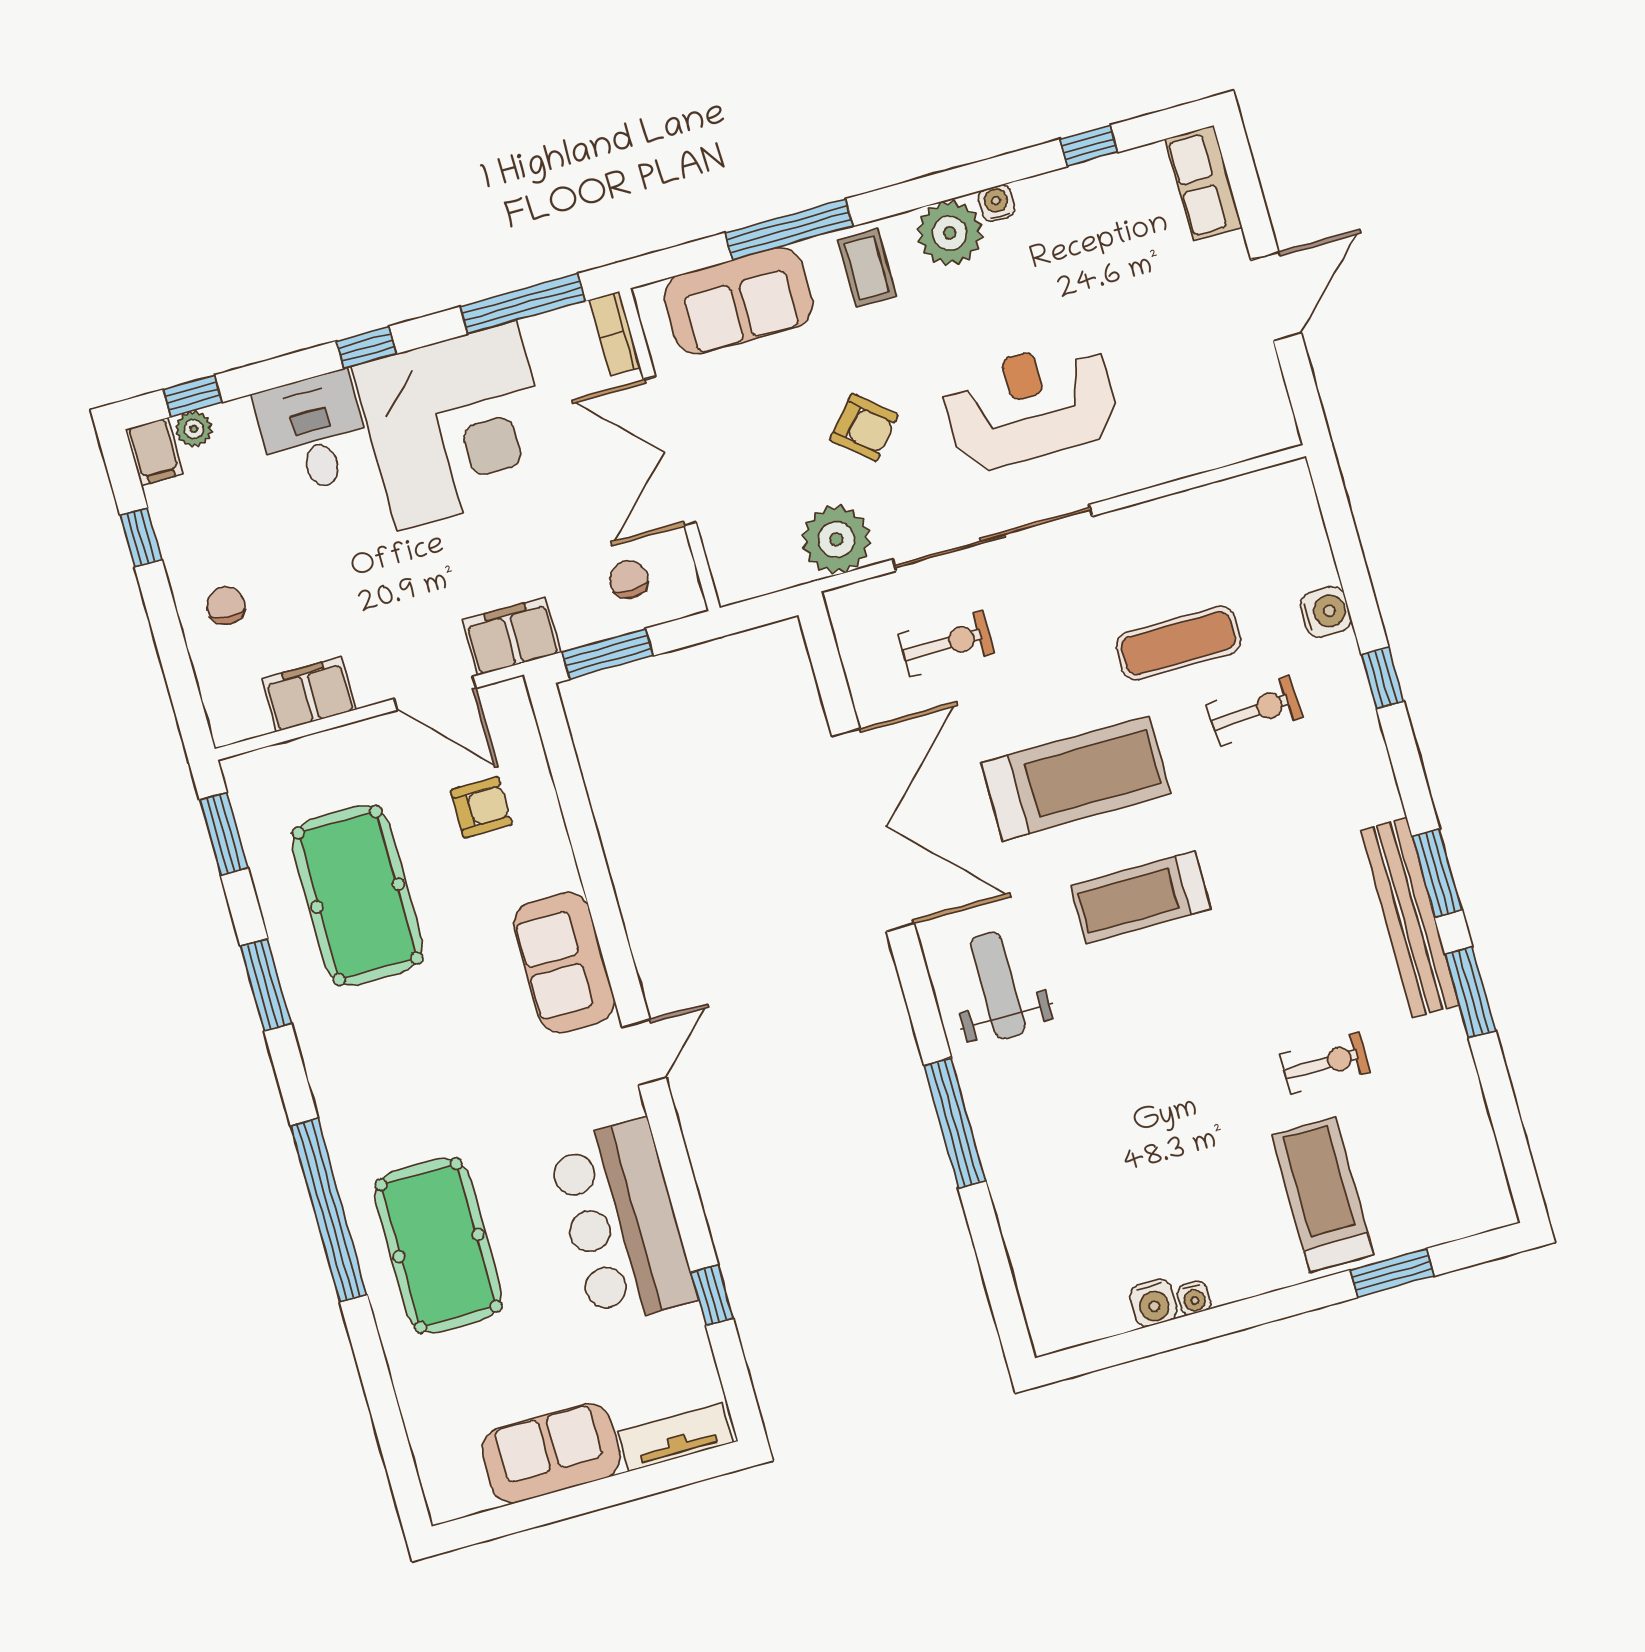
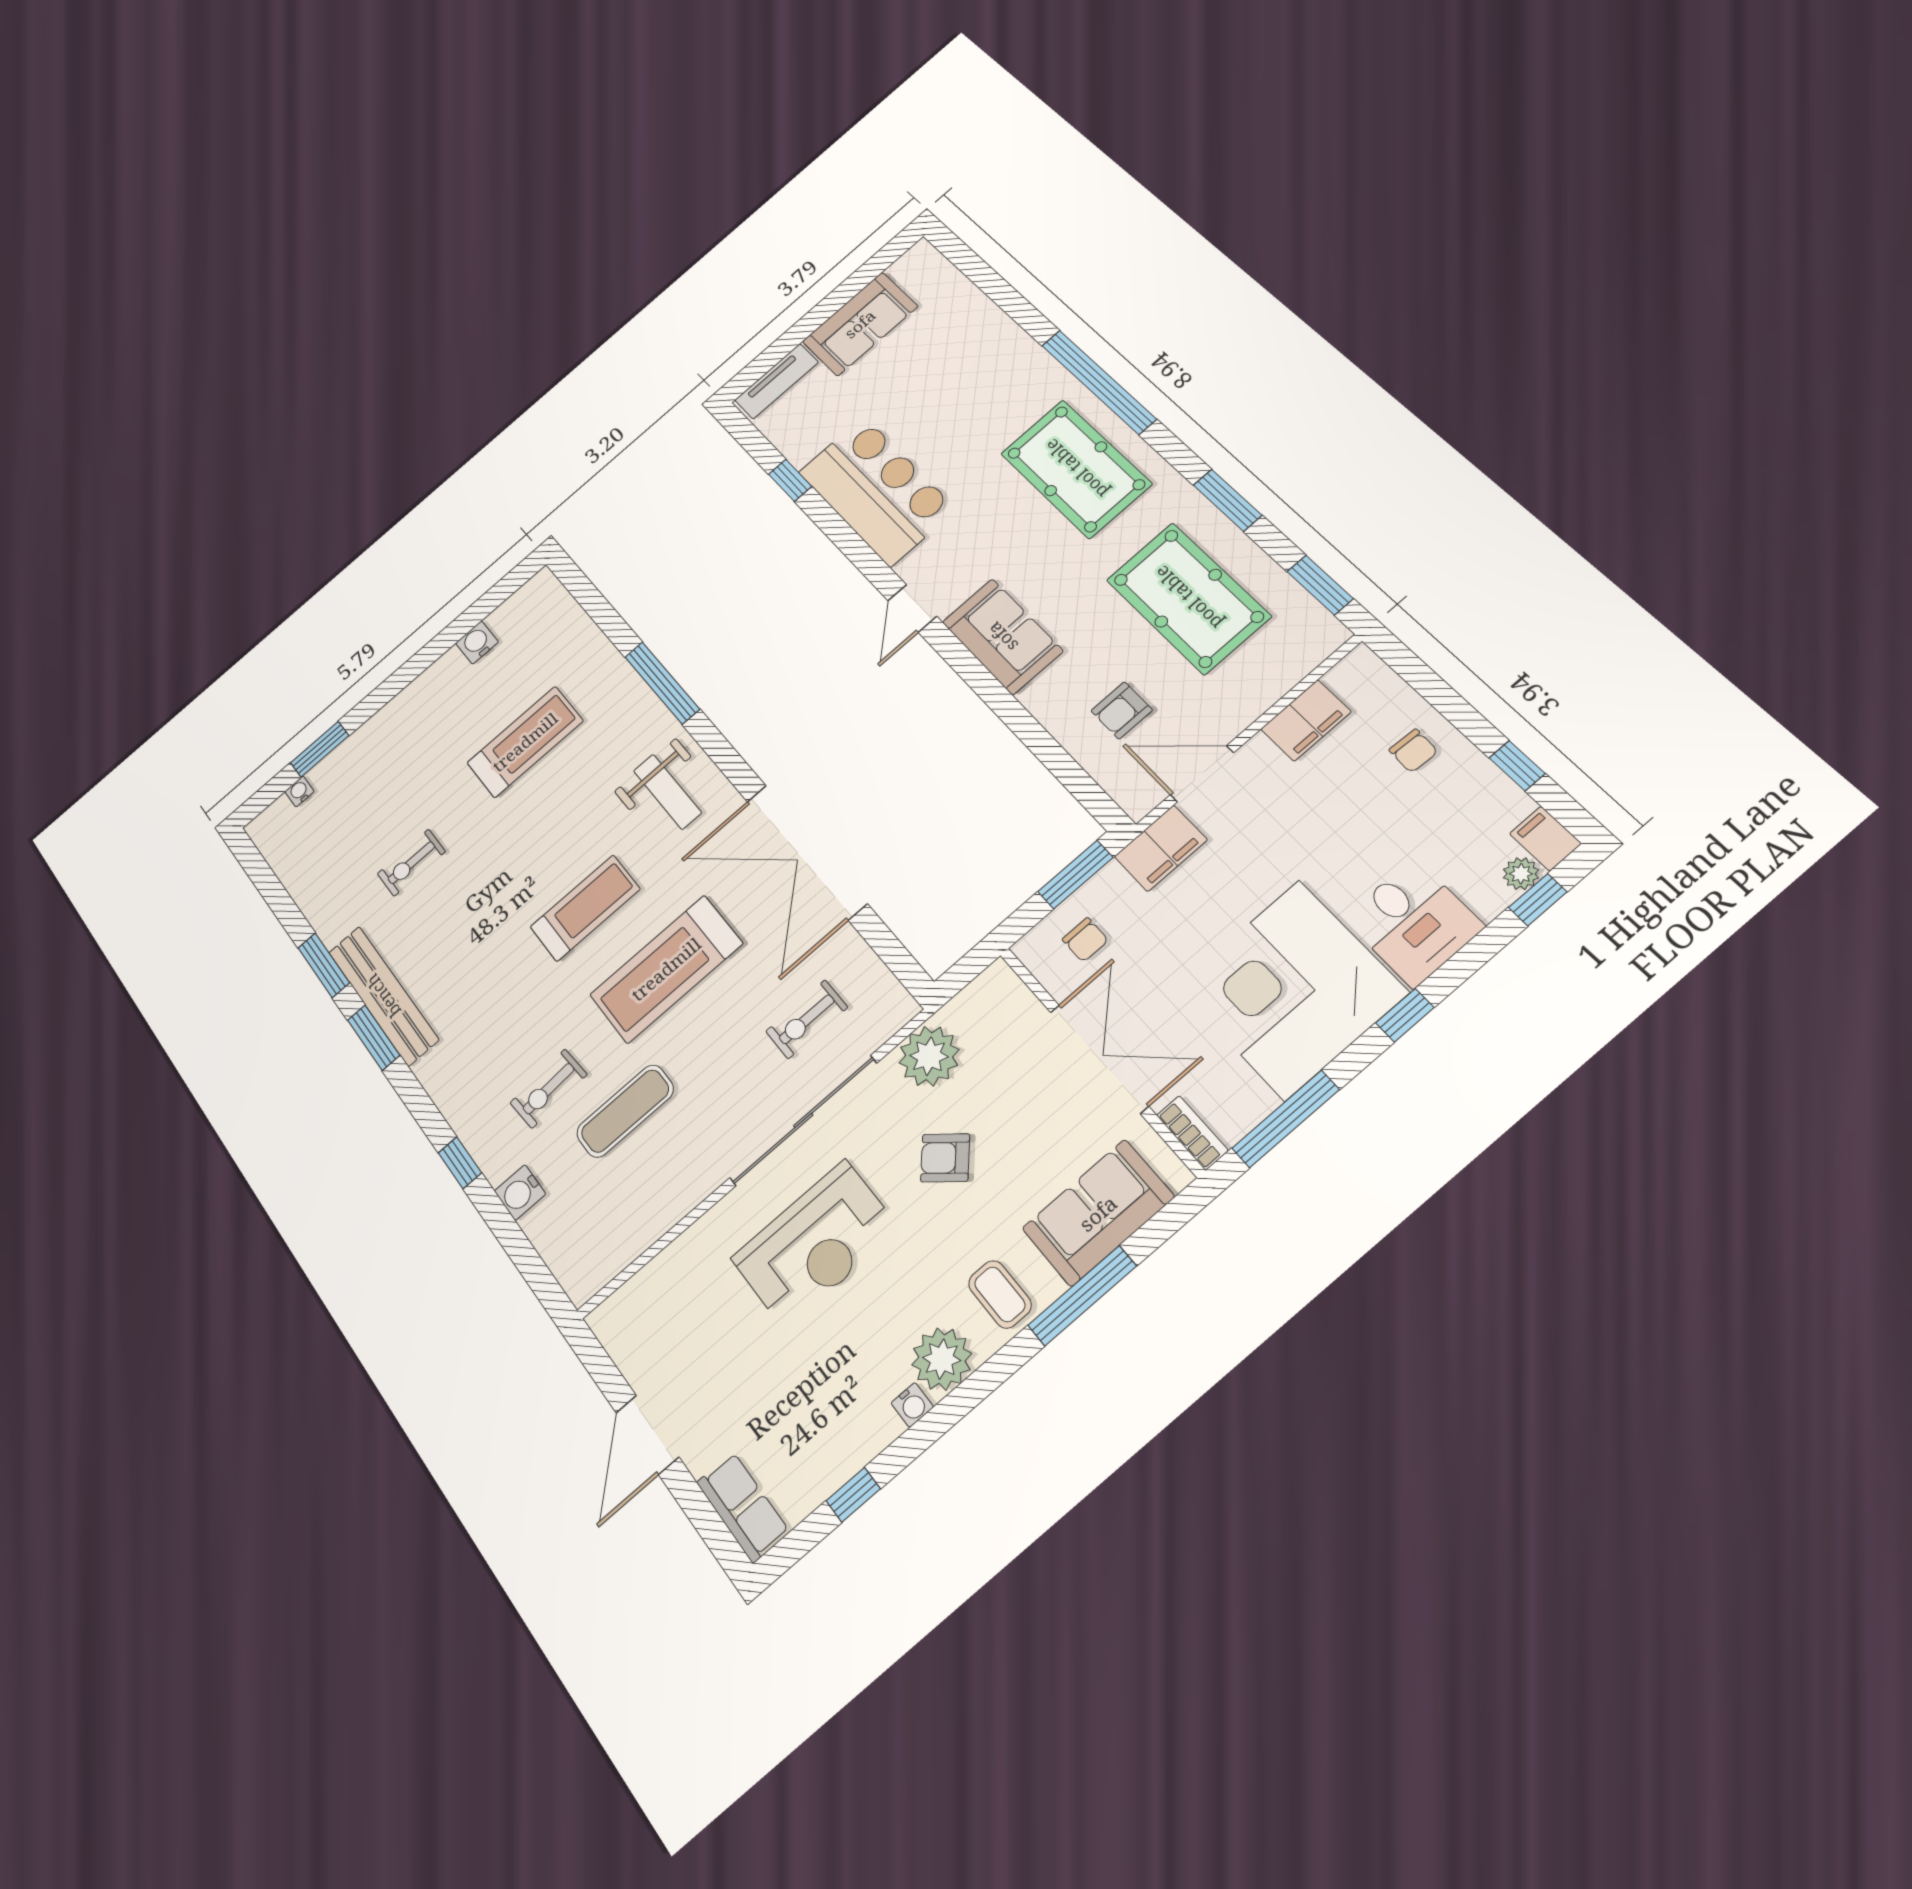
treadmill: (1323, 1195) -> (525, 742), moved, turned -90
pool table: (438, 1246) -> (1076, 469), moved
water cooler: (1194, 1298) -> (299, 791), moved

